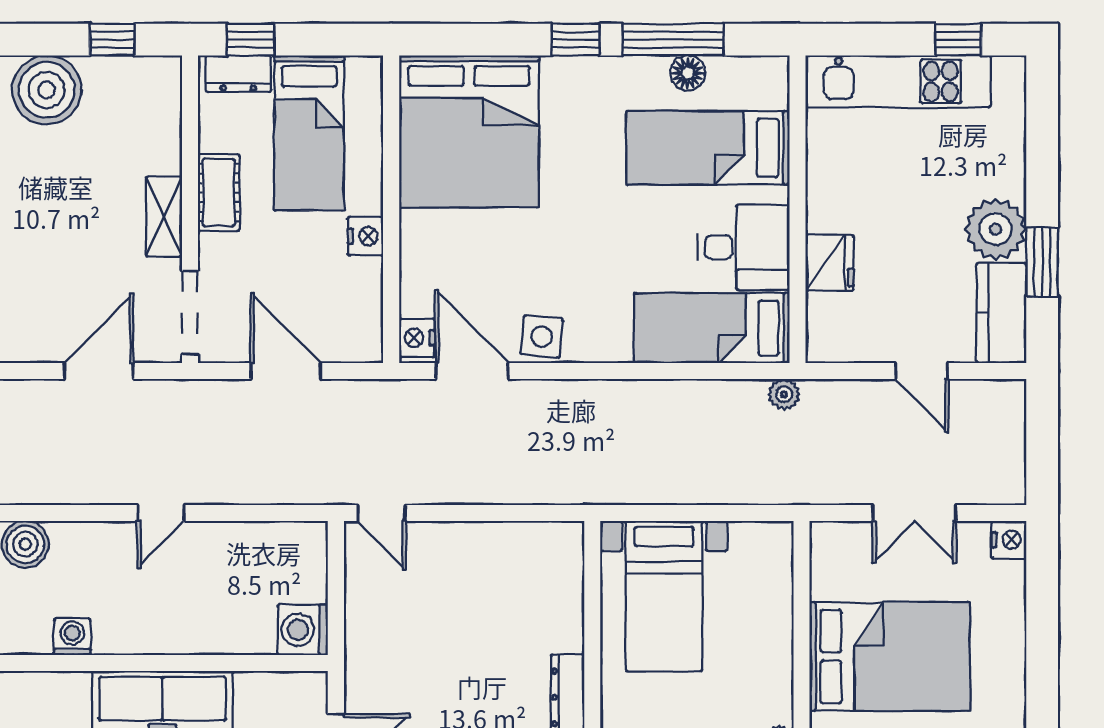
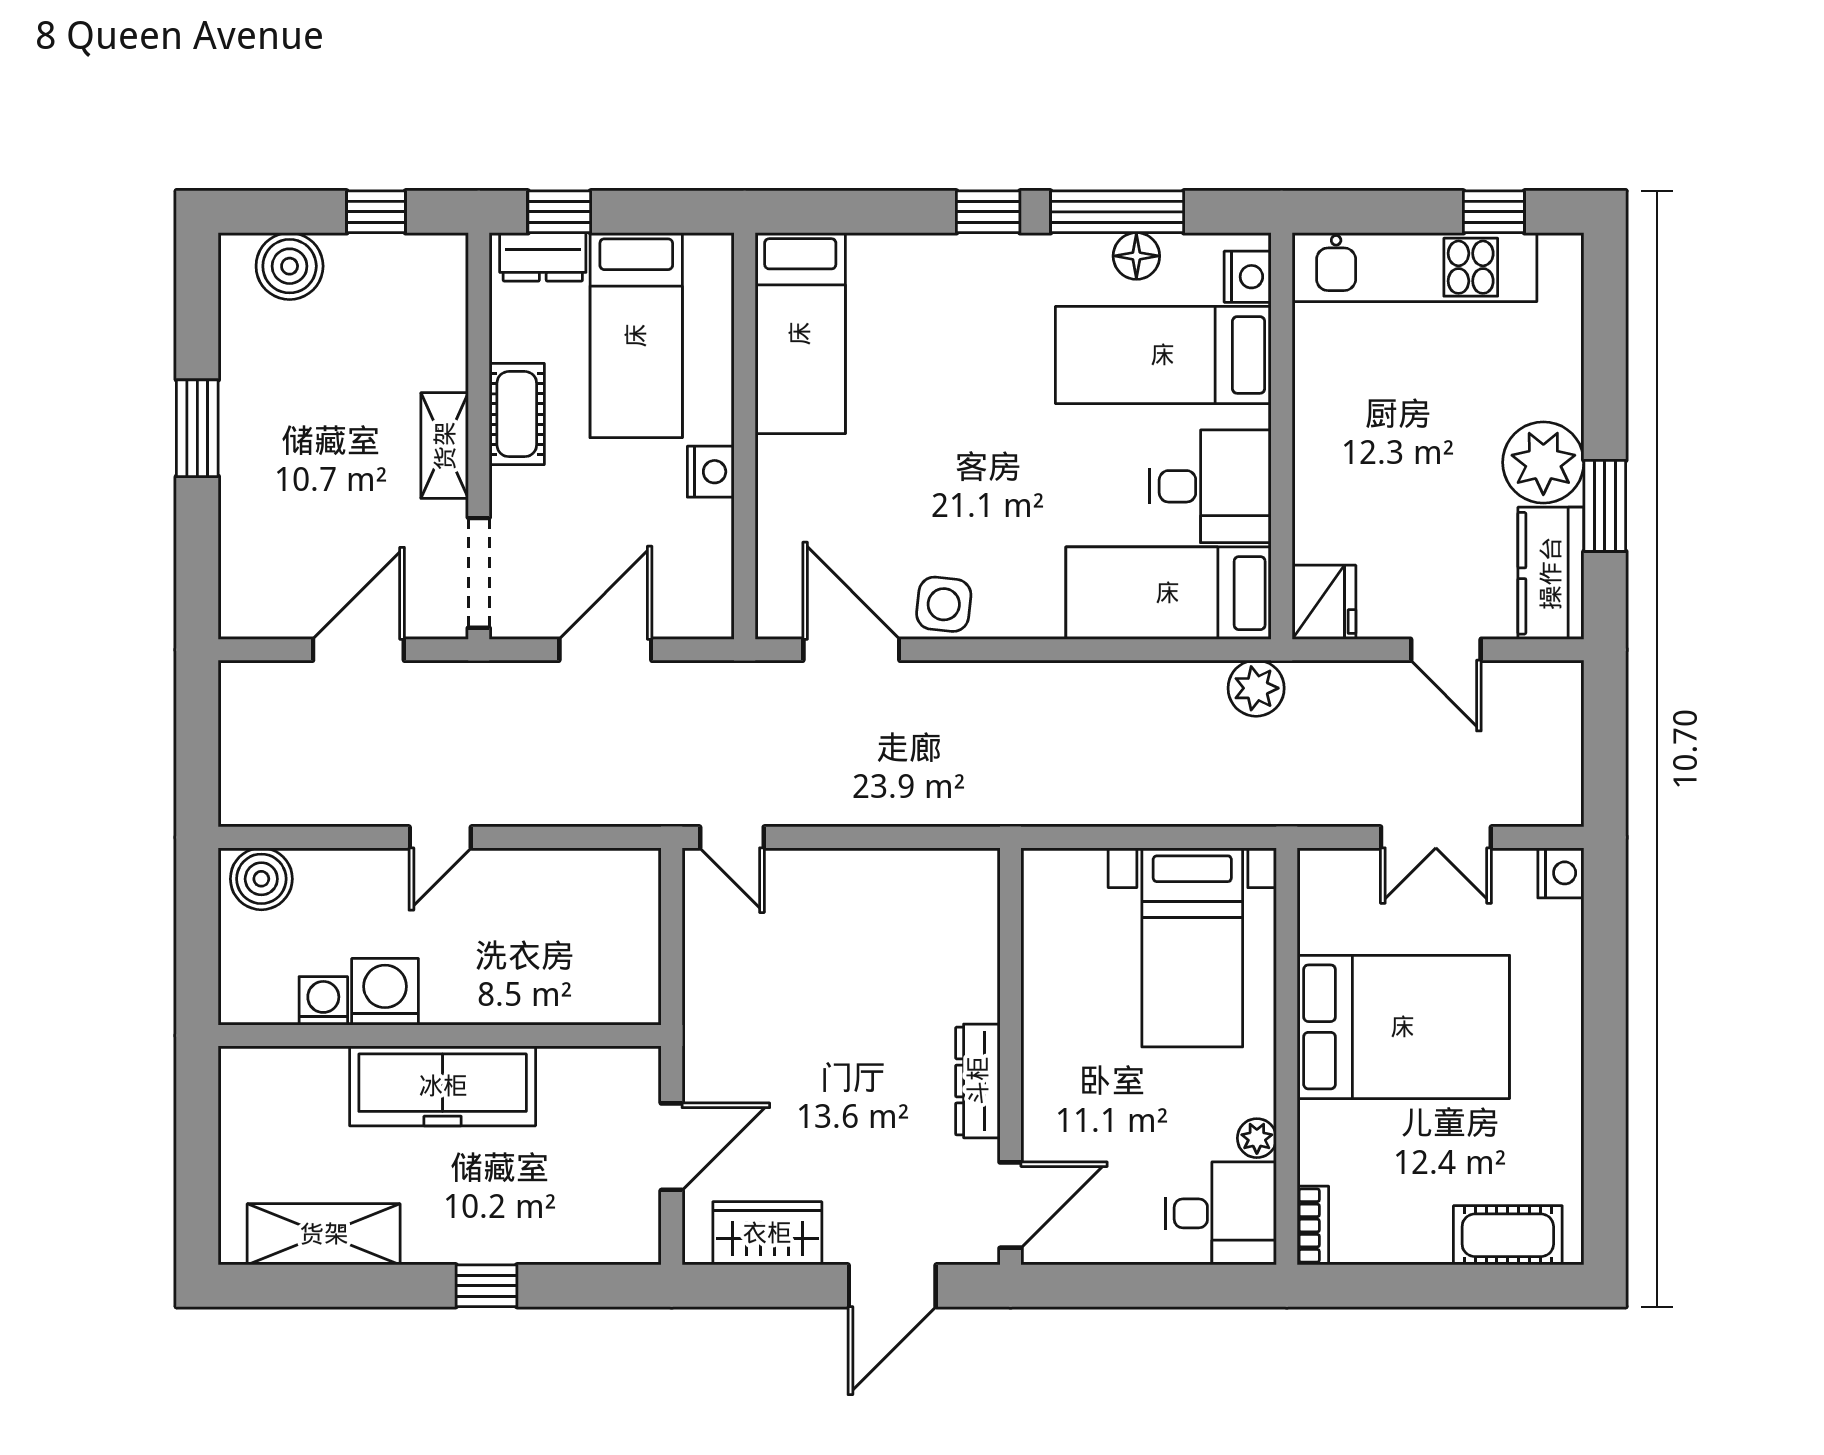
boiler: (47, 90) -> (290, 266), width x0.73, depth x0.73
bed: (469, 131) -> (800, 333), width x0.49
fridge: (830, 263) -> (1324, 602), moved
nightstand: (417, 338) -> (1248, 277), moved, turned 180
door: (286, 371) -> (605, 650), hinge flipped
plant: (784, 394) -> (1256, 688), width x1.38, depth x1.38
bed with nightstands: (664, 596) -> (1192, 947), moved
washing machine: (303, 630) -> (385, 992), moved, turned 90

